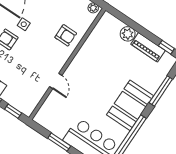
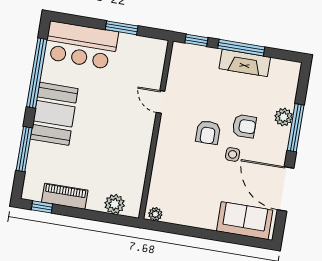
plant: (128, 34) -> (115, 204), moved
armchair: (66, 35) -> (208, 132), moved, turned -90

